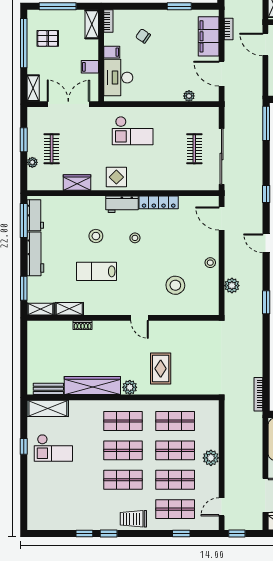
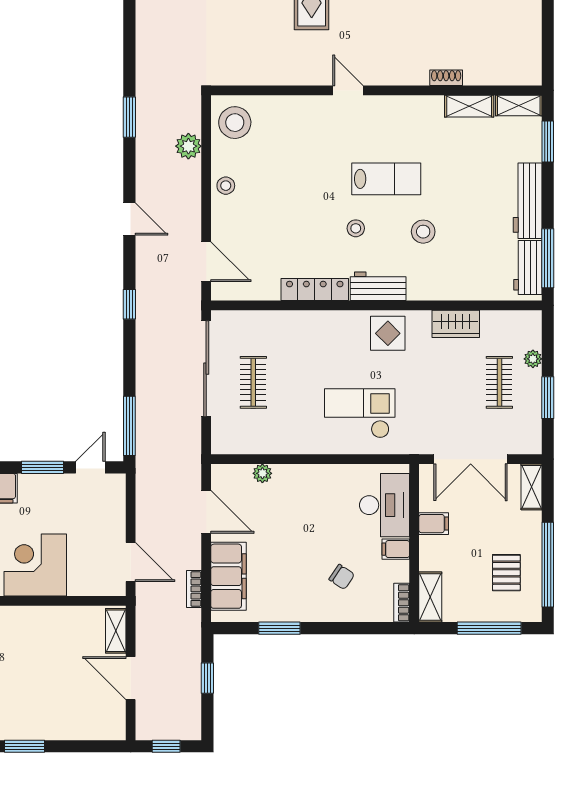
pallet: (48, 38) -> (506, 573), turned 90
lab bench: (97, 271) -> (386, 179), moved
stool: (175, 285) -> (235, 123), moved

